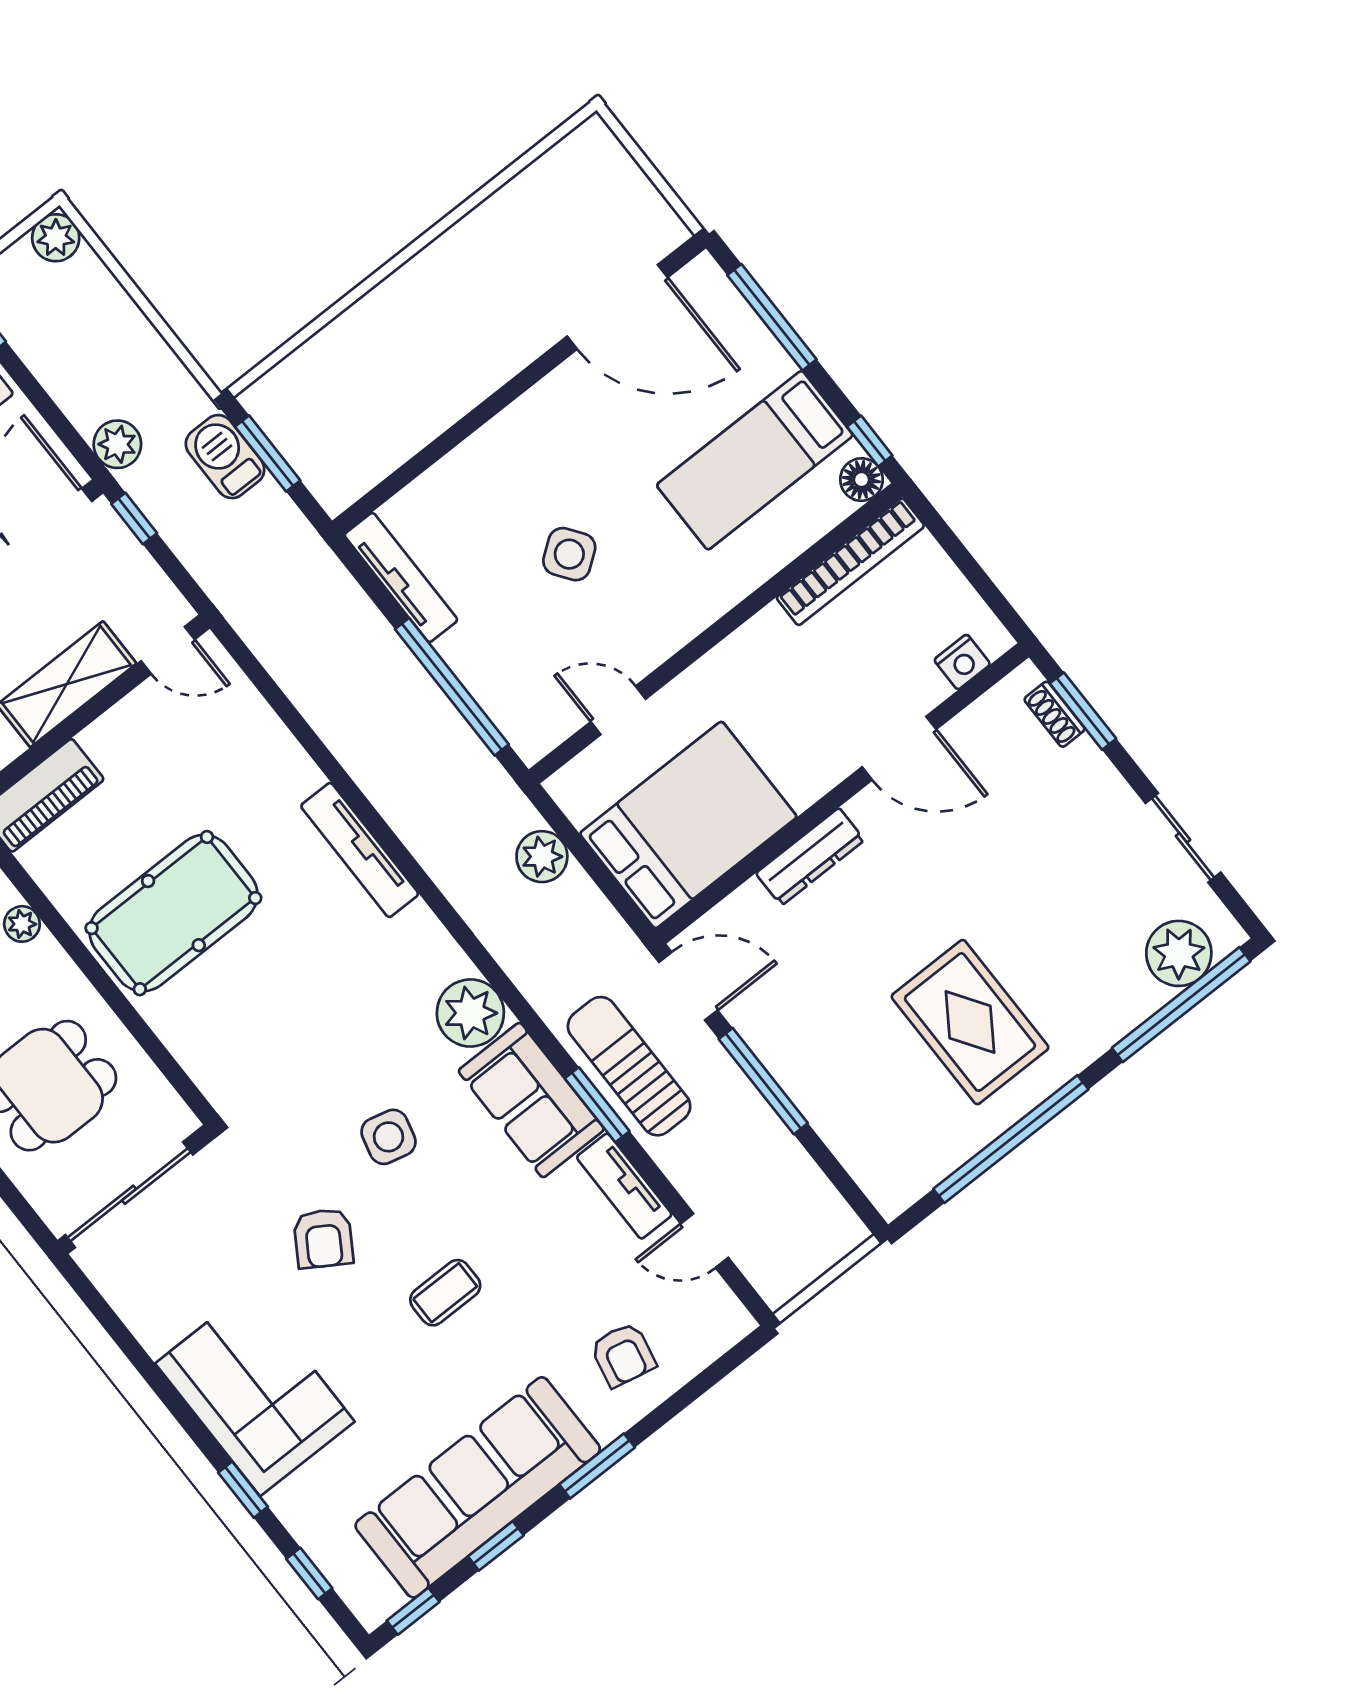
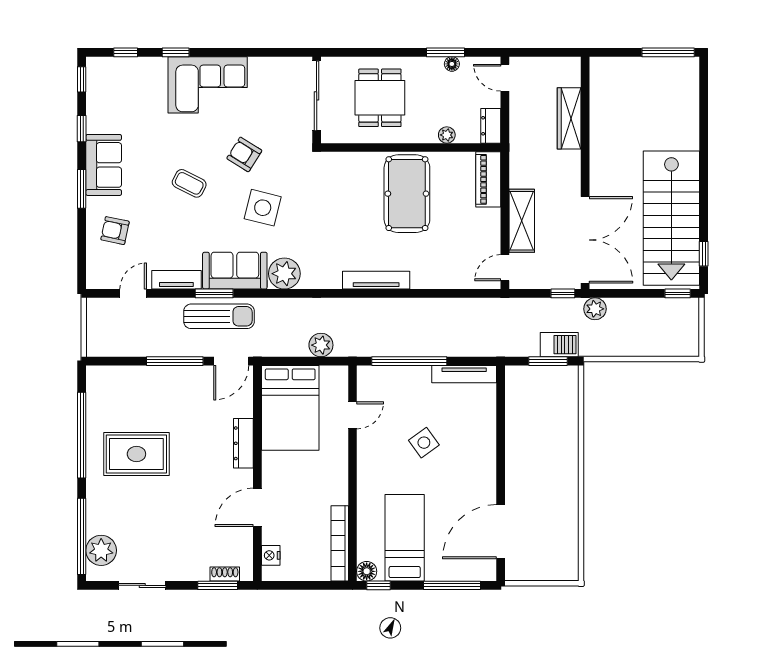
plant: (56, 238) -> (688, 346), removed
side table: (388, 1137) -> (263, 208), width x1.37, depth x1.37
coffee table: (445, 1293) -> (189, 183), turned -63
sofa: (478, 1487) -> (104, 165), width x0.54, depth x0.79

